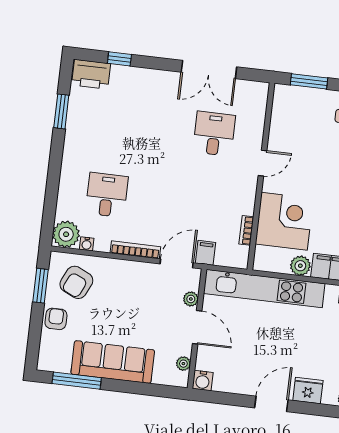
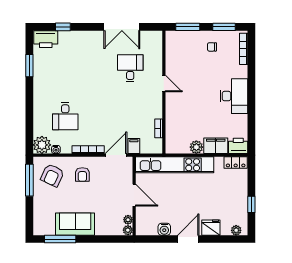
door: (263, 163) -> (164, 83), hinge flipped
desk: (107, 195) -> (65, 116), turned 180
corner desk: (284, 221) -> (182, 120), removed
window: (41, 286) -> (29, 180), width x1.44
plant: (191, 299) -> (128, 230), moved
armchair: (56, 319) -> (82, 174), moved, turned 180
sofa: (113, 362) -> (75, 224), width x0.73
water cooler: (203, 381) -> (164, 229), moved

